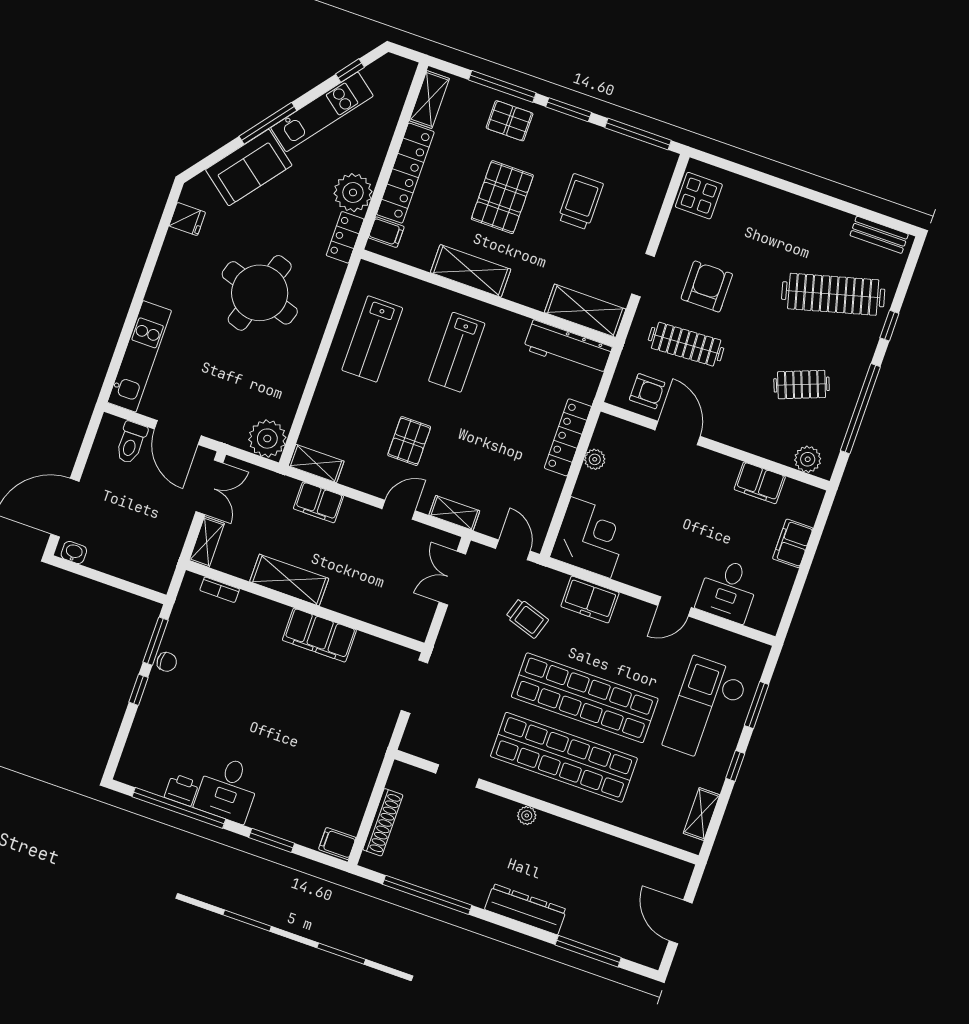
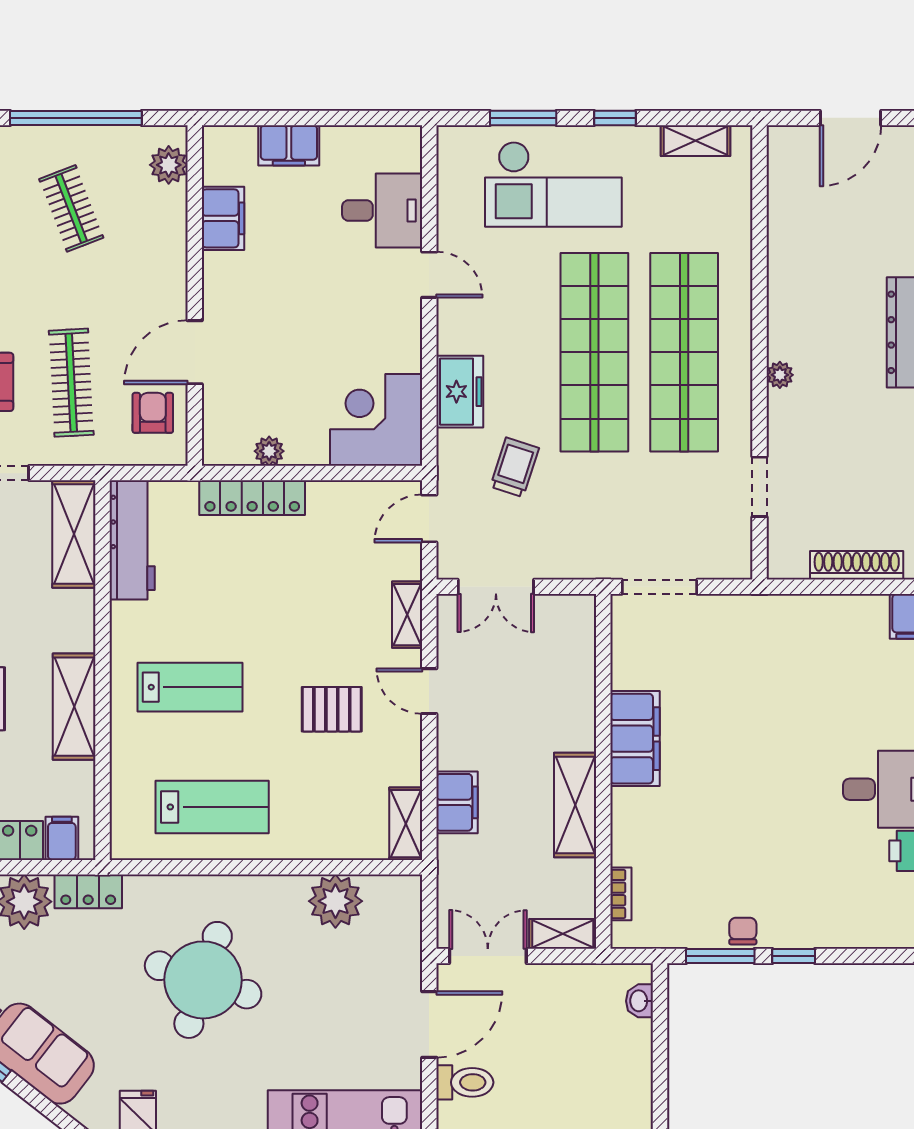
plant: (267, 439) -> (335, 901), moved
washbasin: (74, 552) -> (639, 1001), moved

